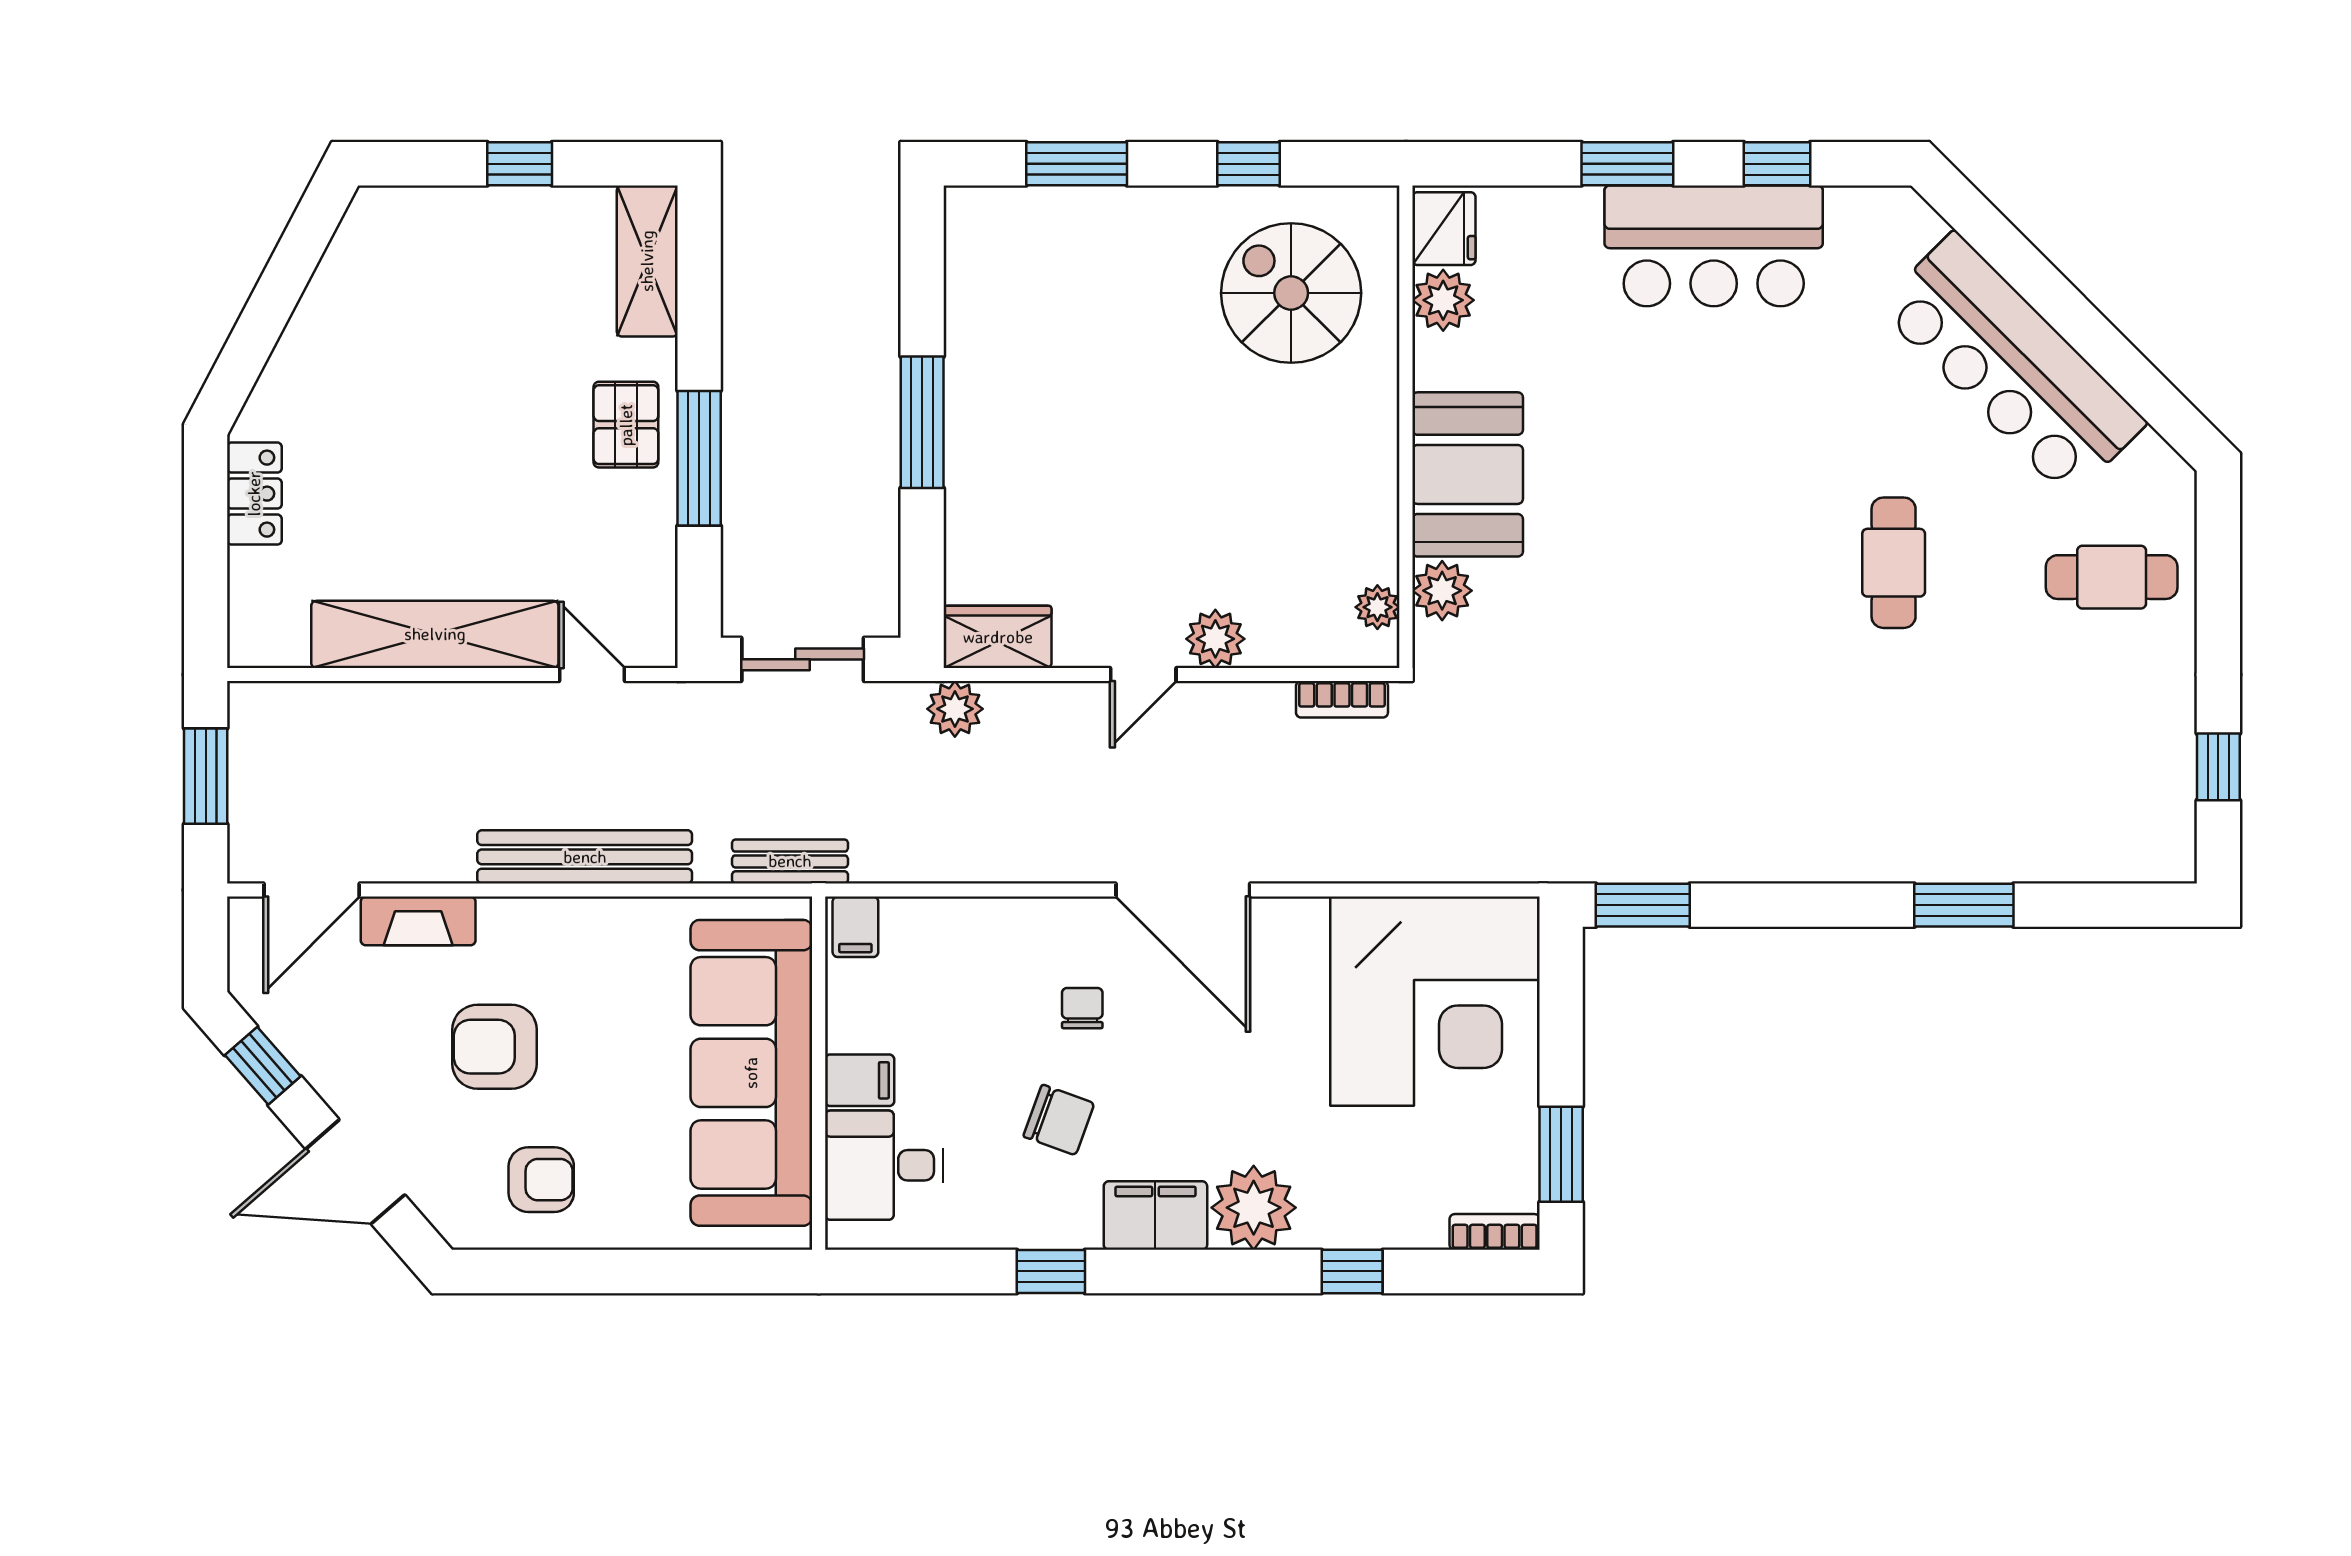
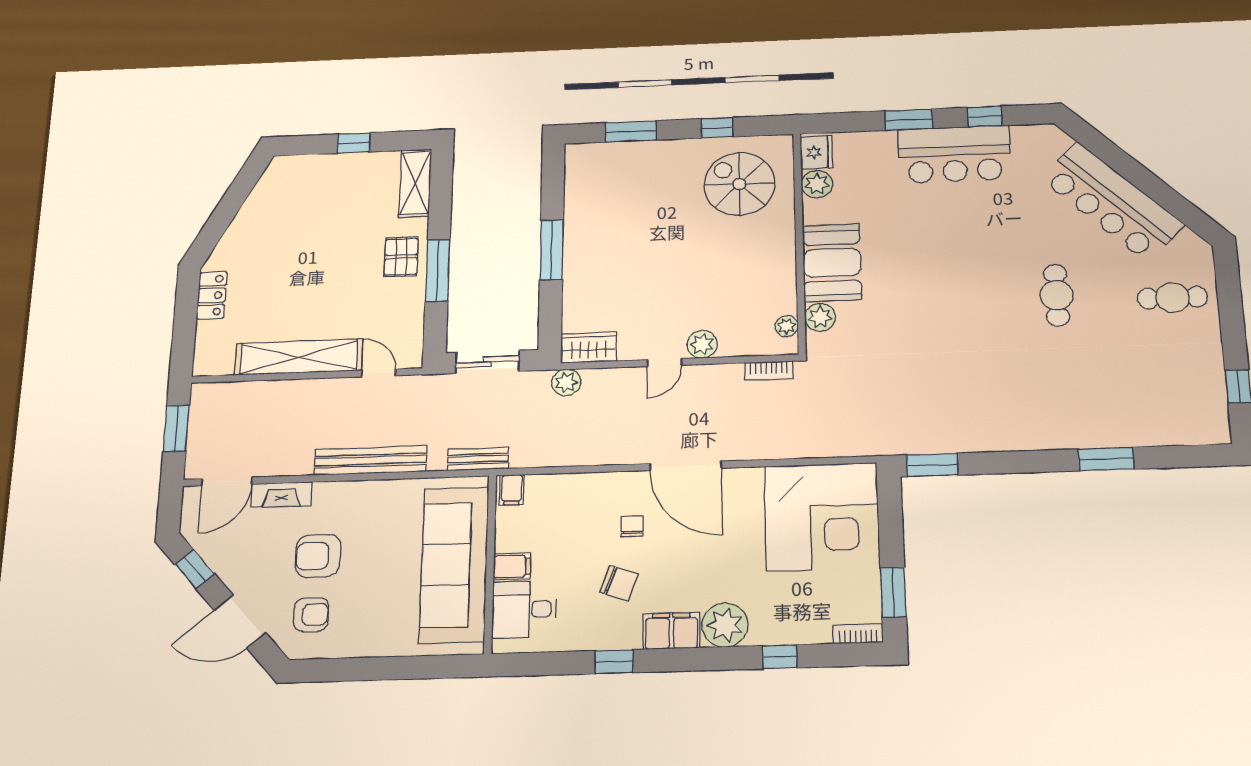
armchair: (541, 1180) -> (311, 615), moved

